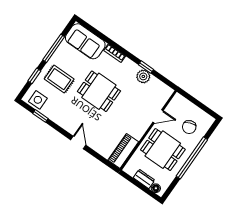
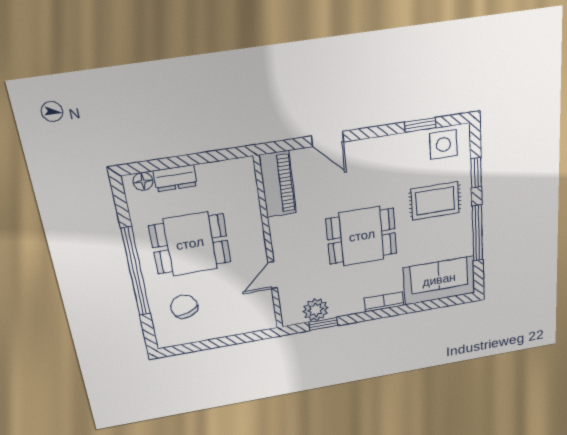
door: (158, 116) -> (273, 275), moved
wall: (148, 130) -> (269, 245), moved
piano: (123, 151) -> (278, 184), moved

